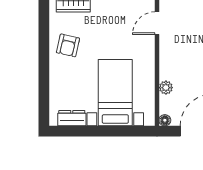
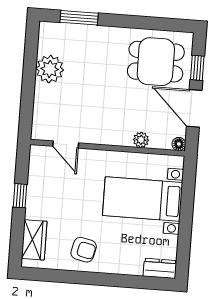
dresser: (72, 118) -> (160, 268), moved, turned 90

